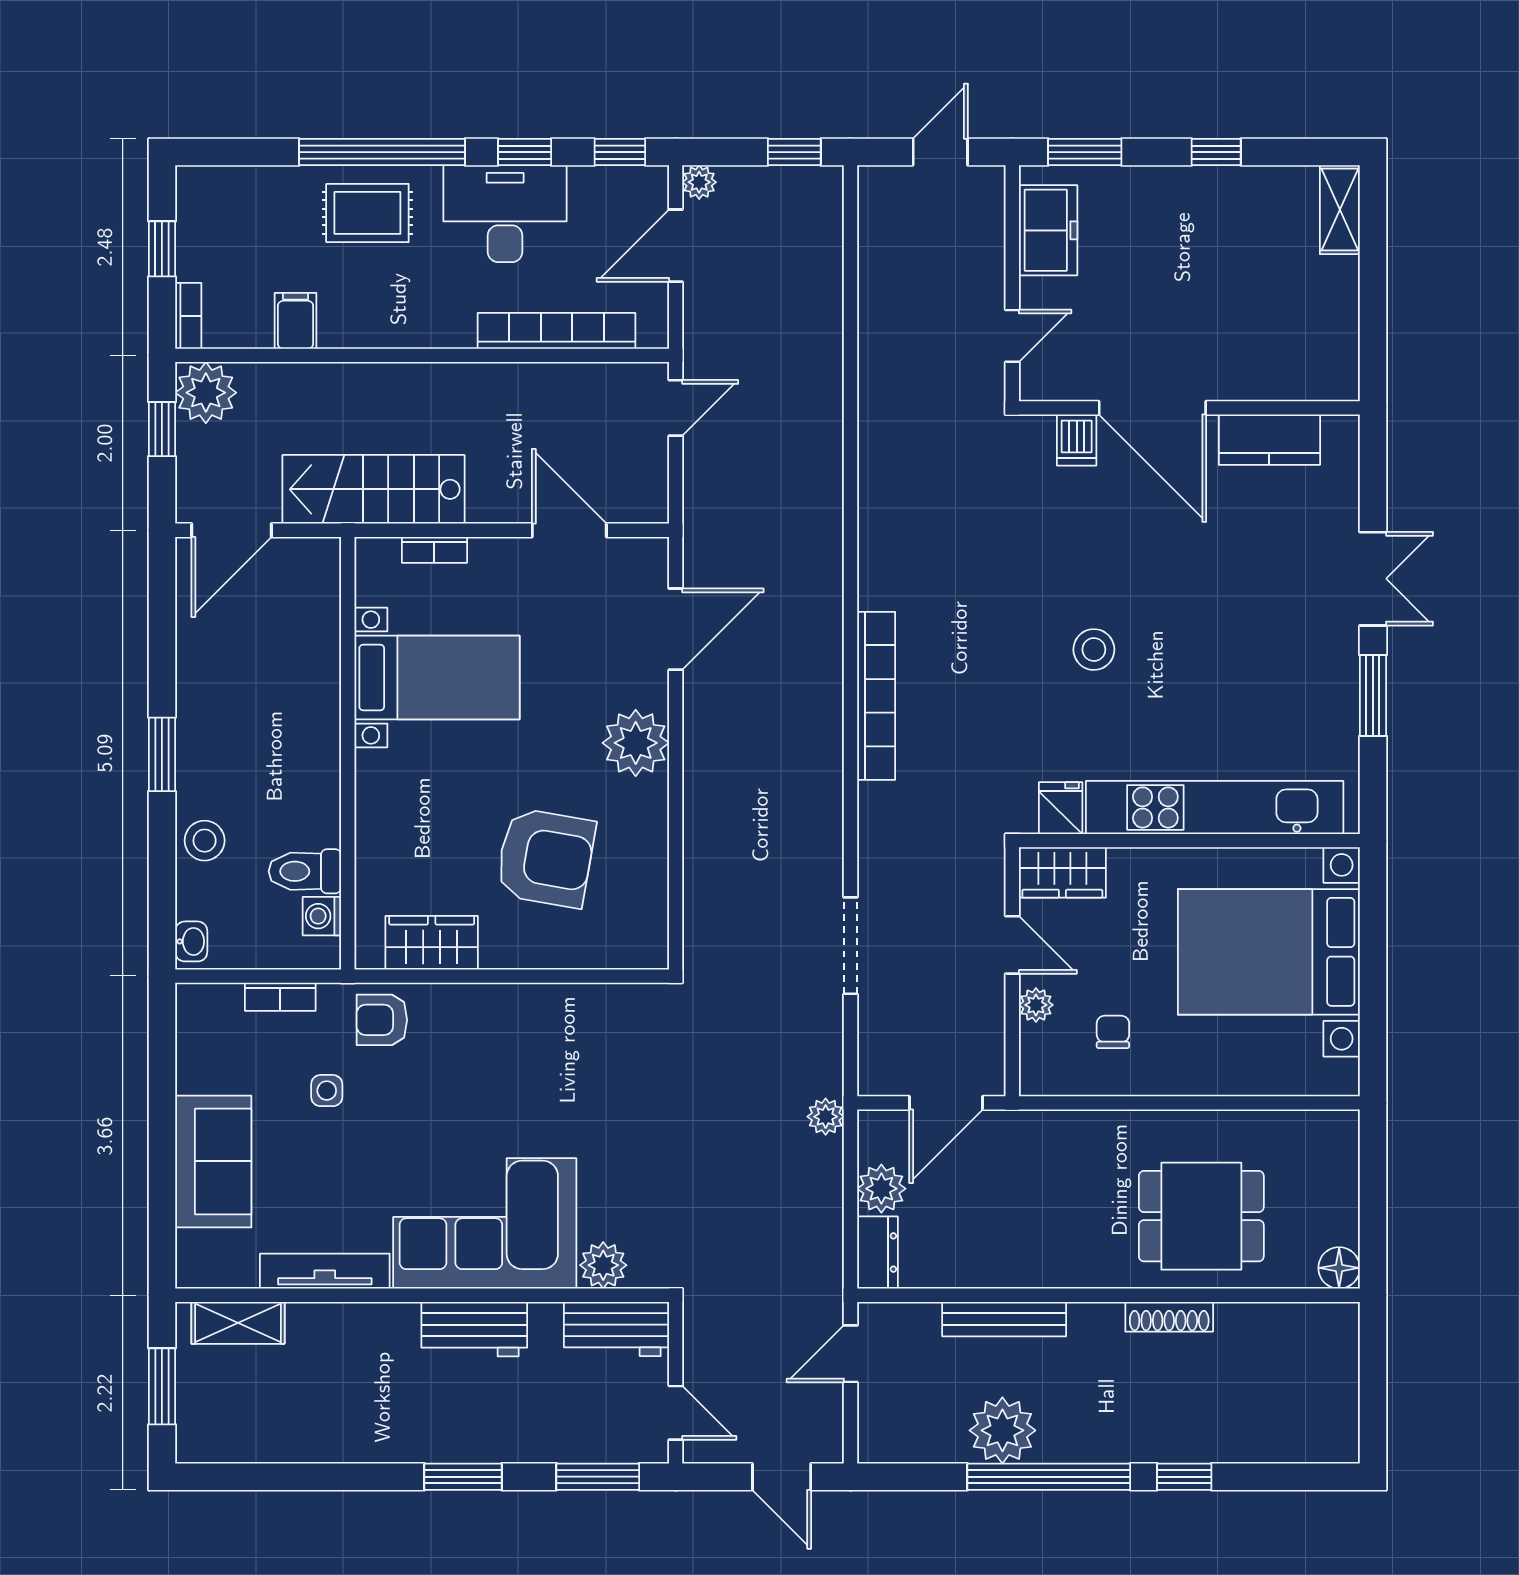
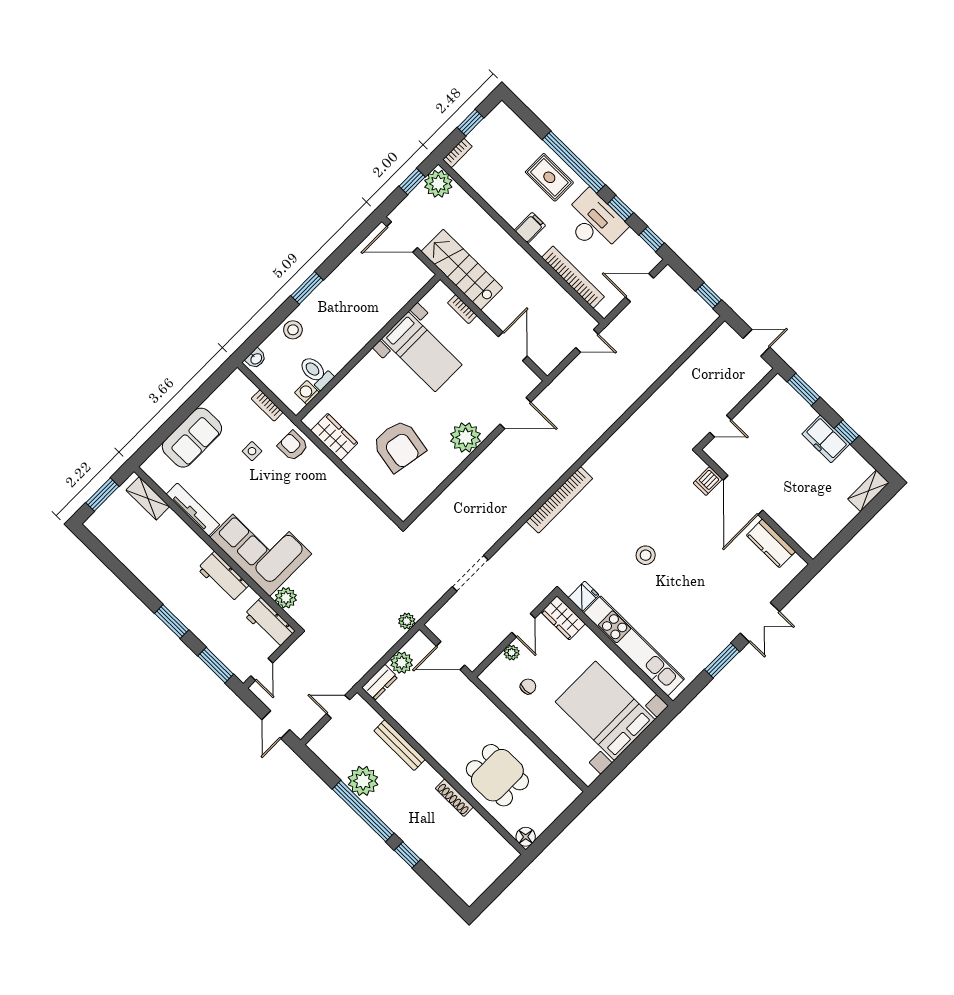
plant: (699, 182) -> (668, 275), removed
freezer: (1048, 230) -> (826, 439), moved, turned 90
filing cabinet: (296, 321) -> (530, 228), moved

